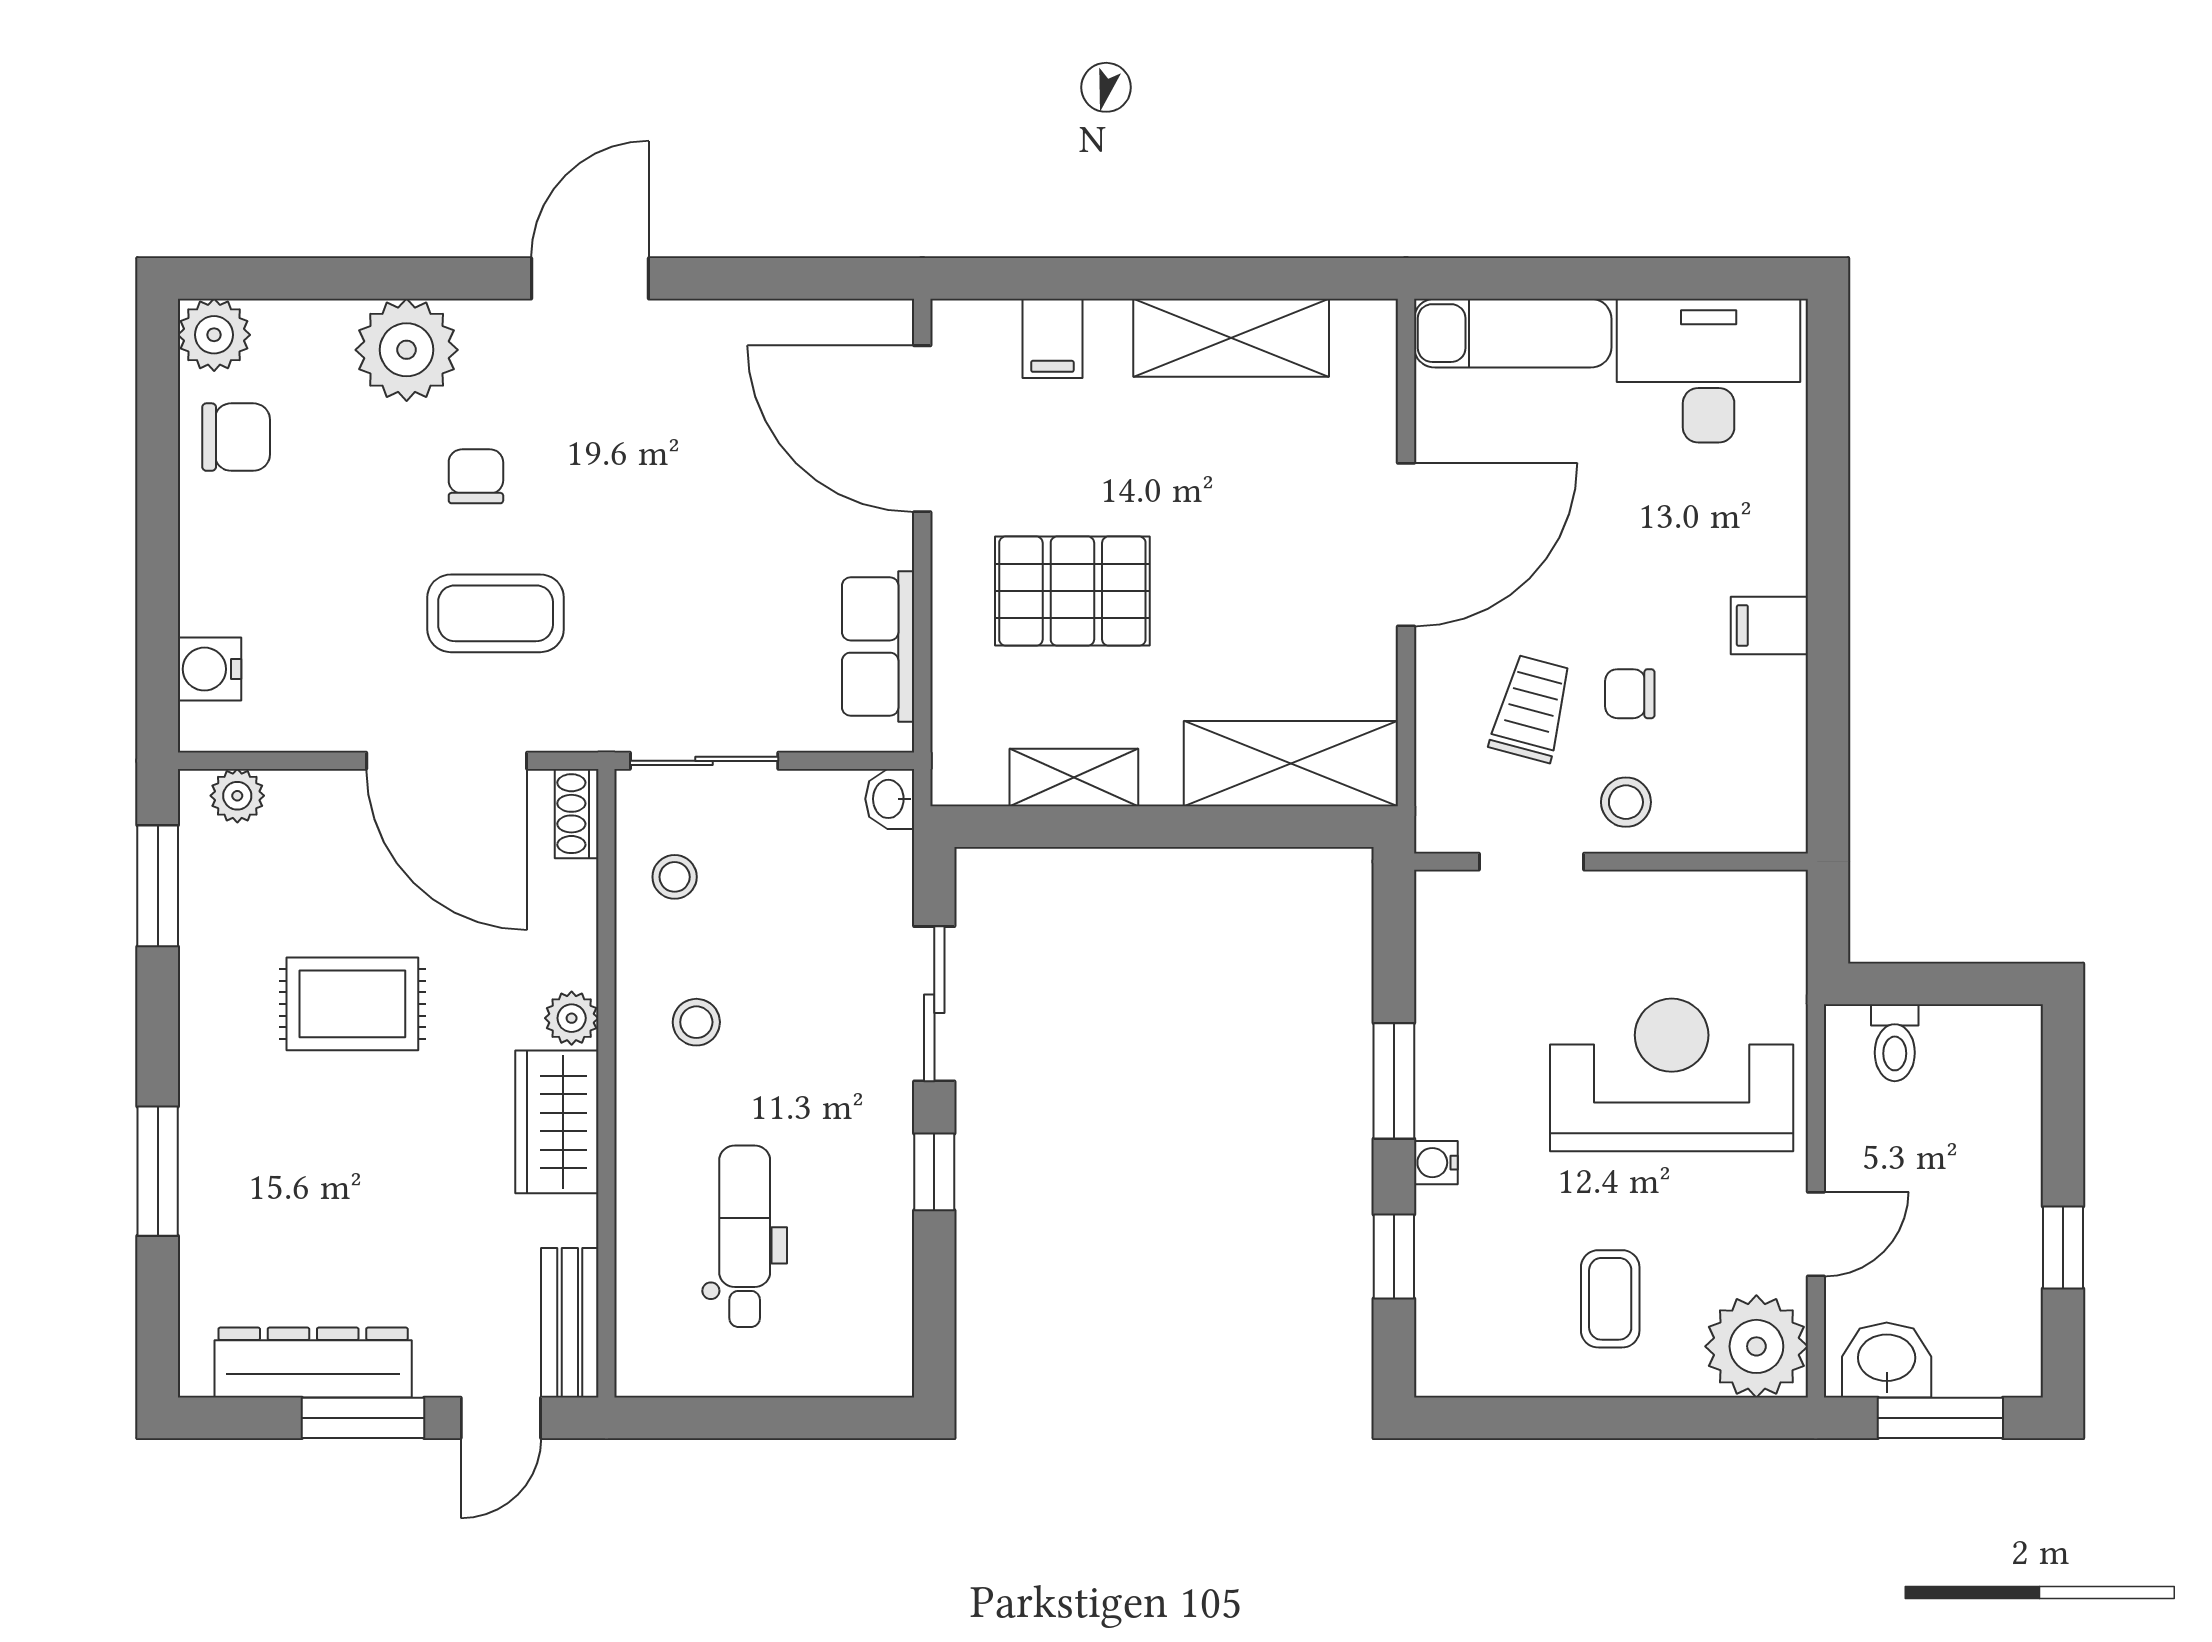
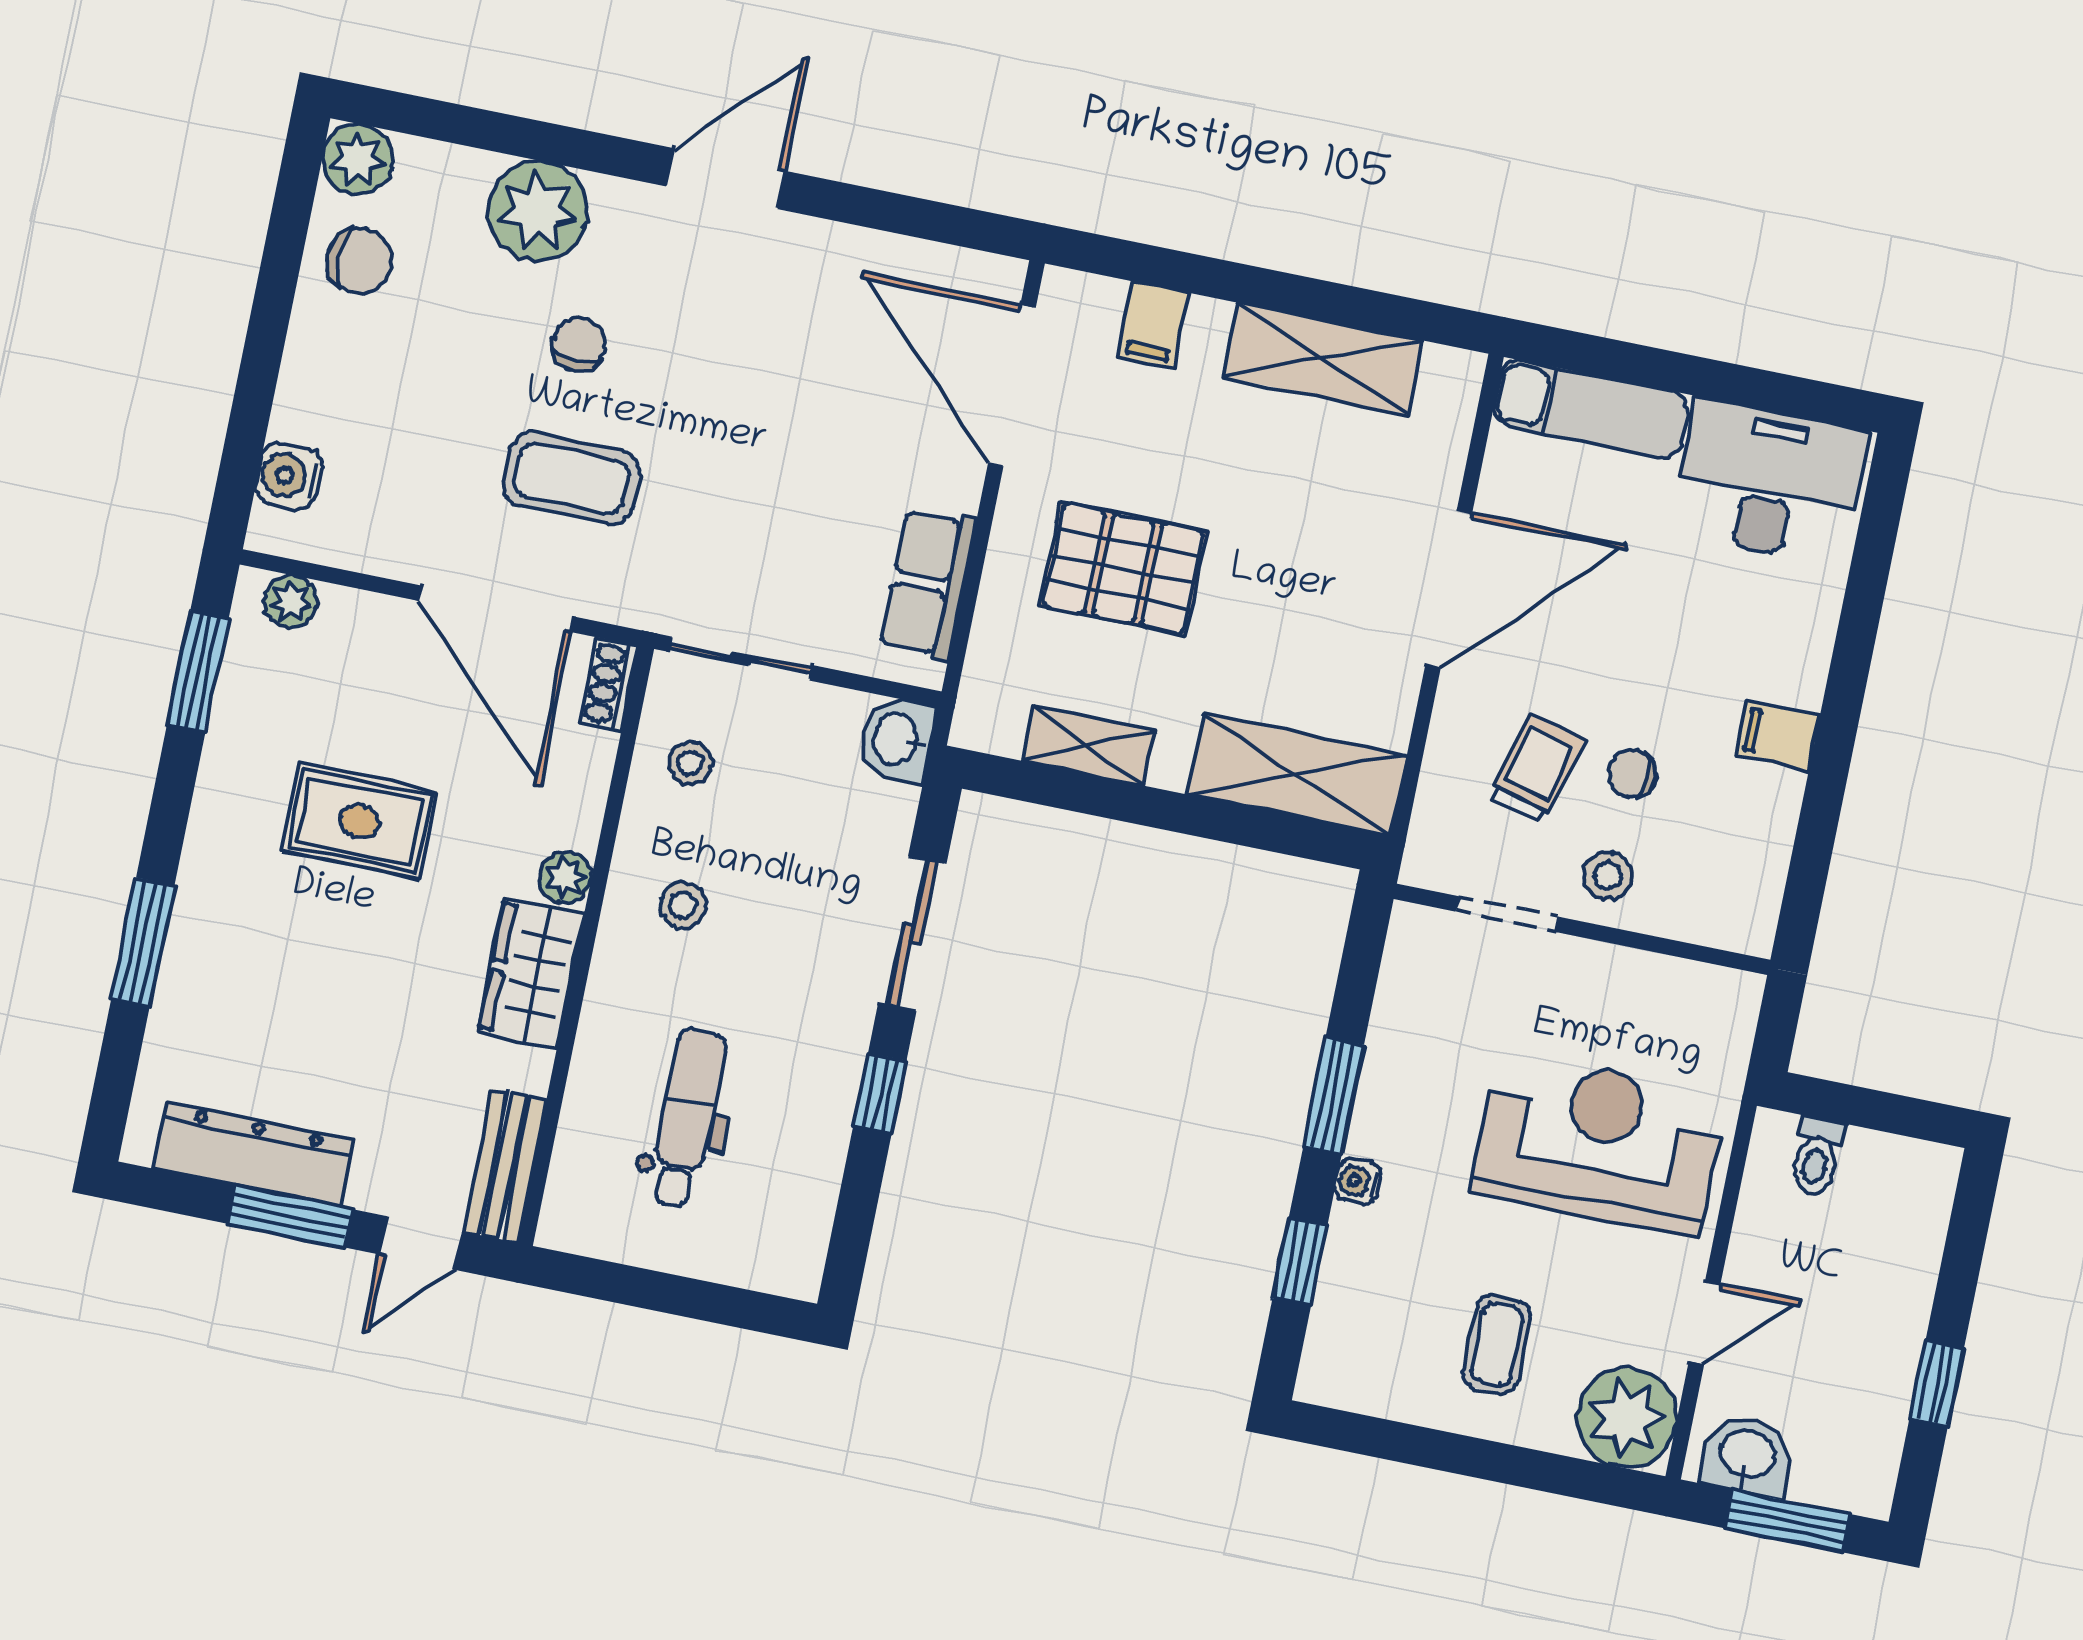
washbasin: (890, 799) -> (897, 739), width x1.38, depth x1.45

